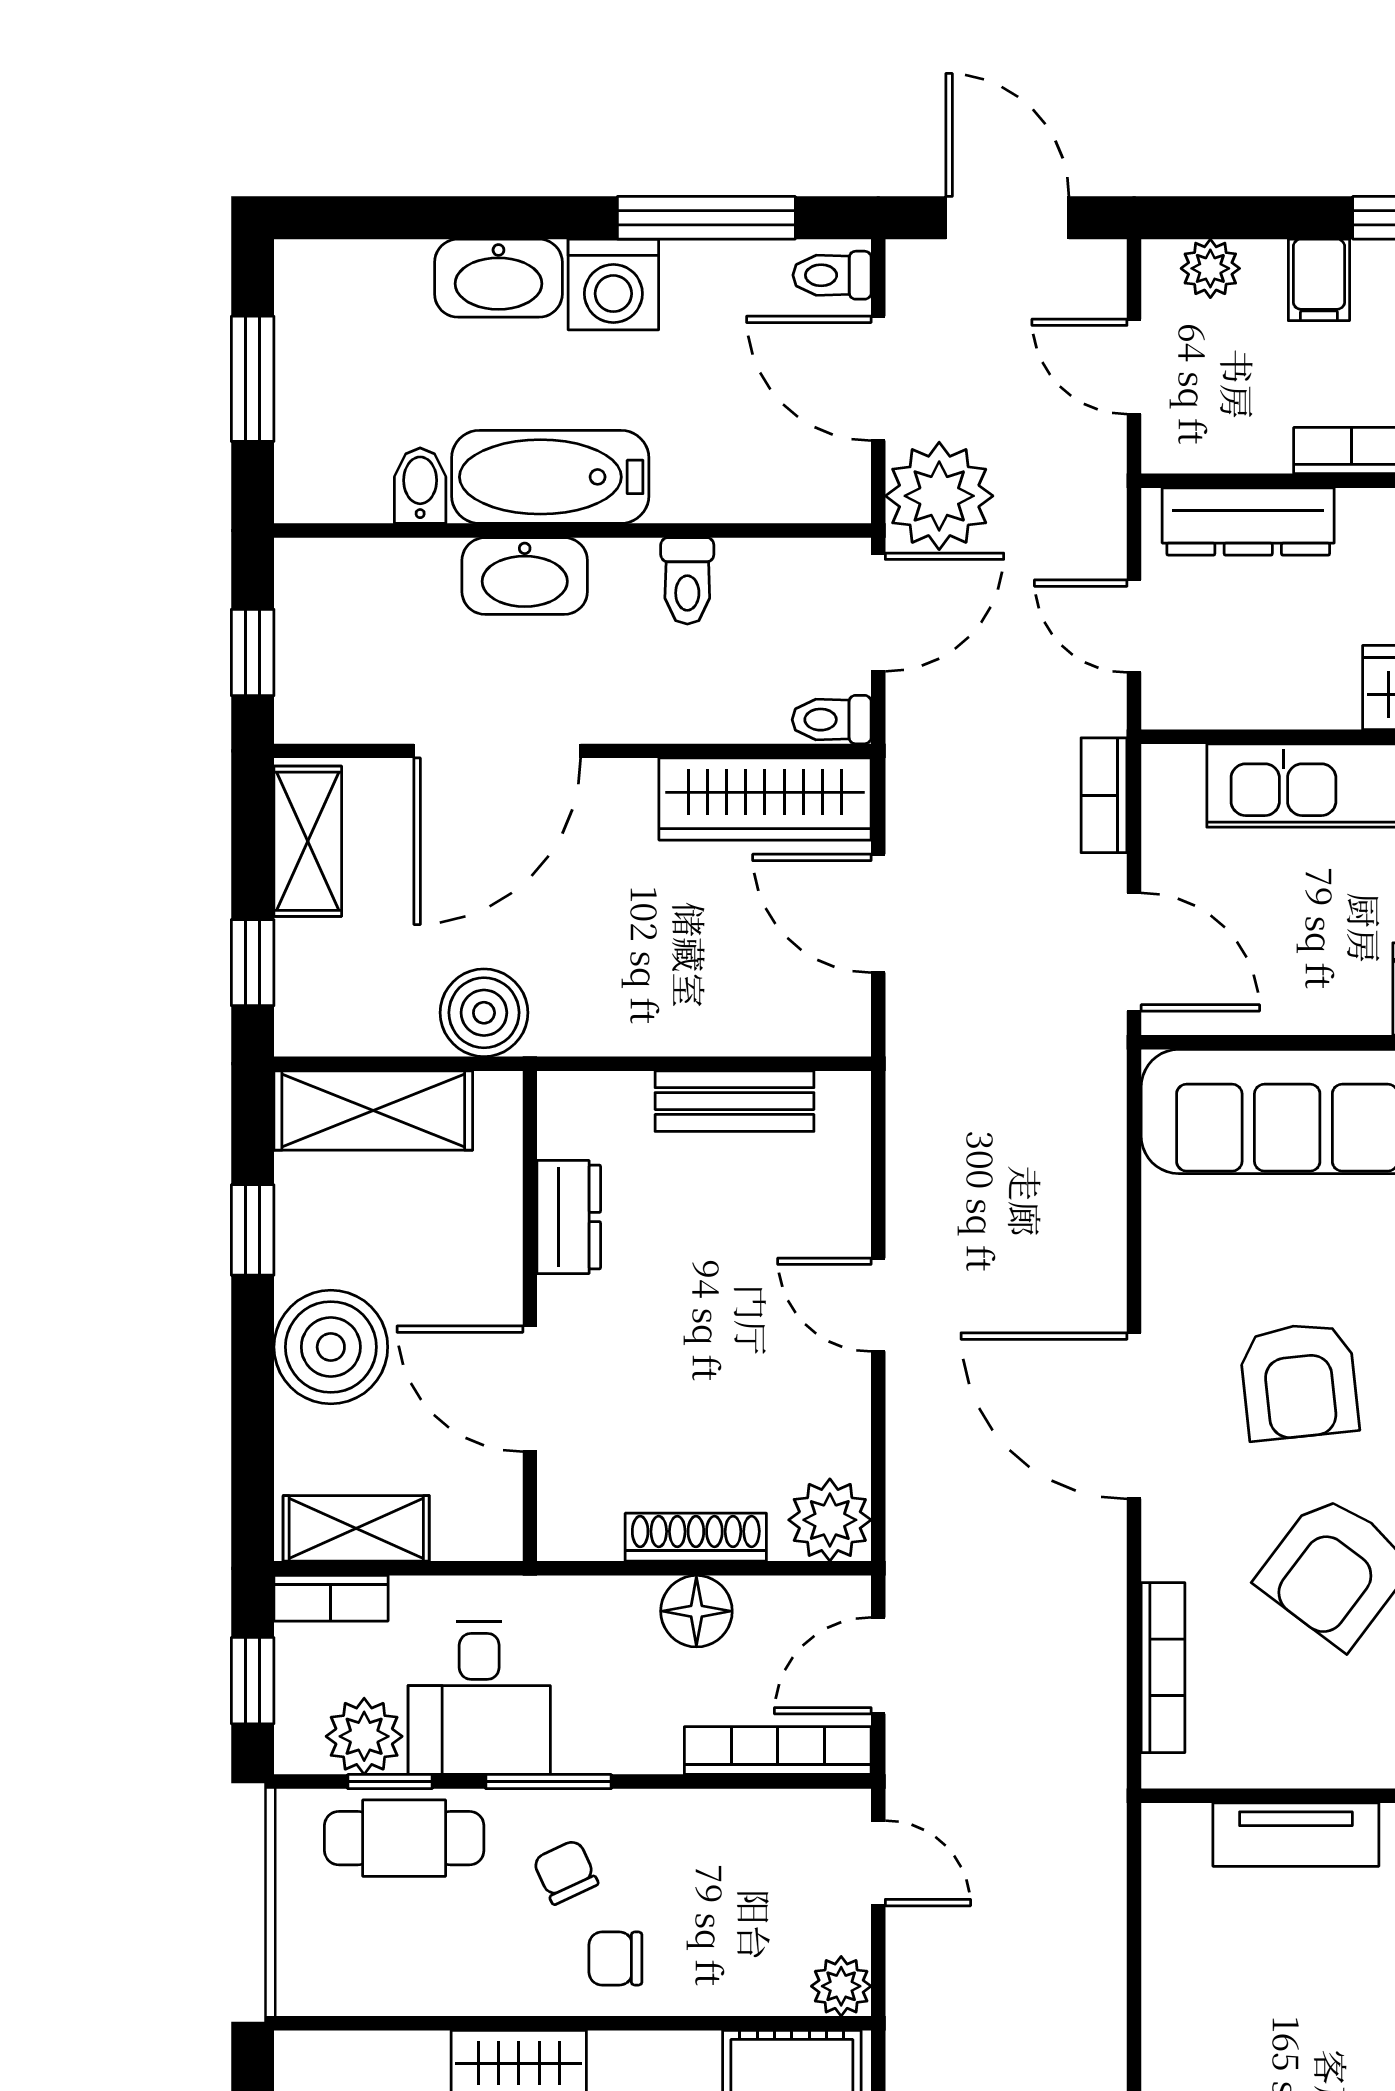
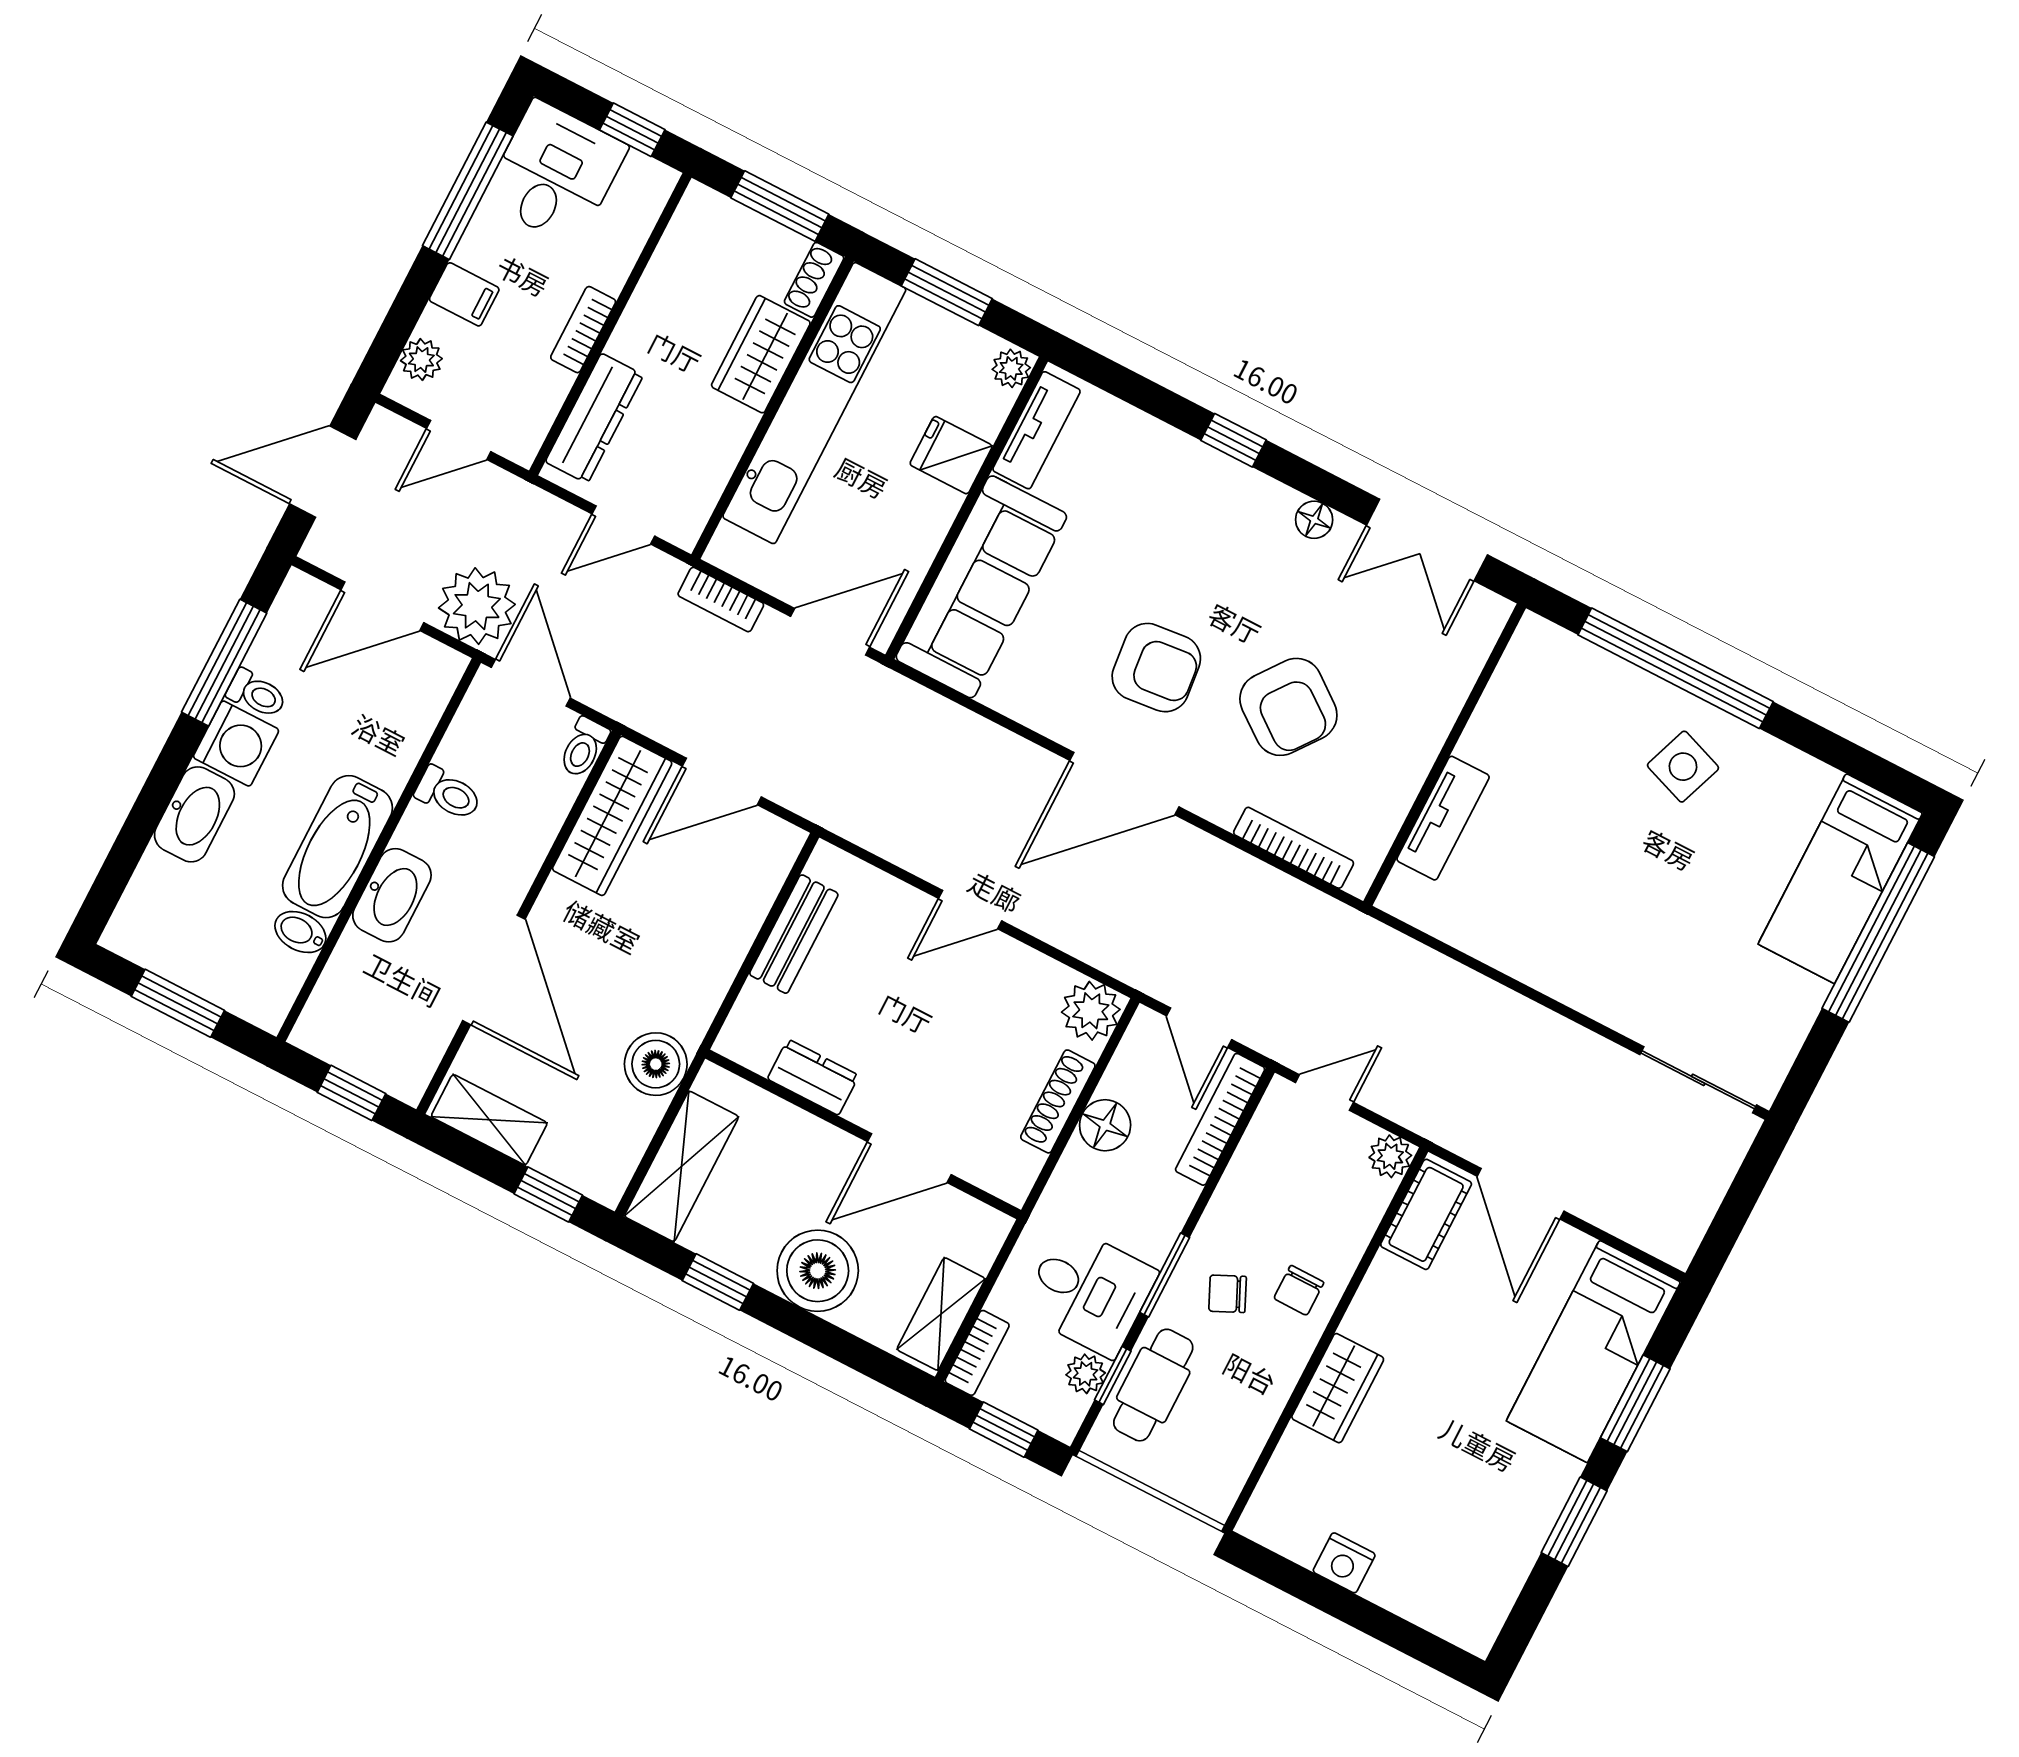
toilet: (832, 275) -> (257, 694), moved, turned -90
plant: (364, 1736) -> (1086, 1374), width x0.73, depth x0.73

